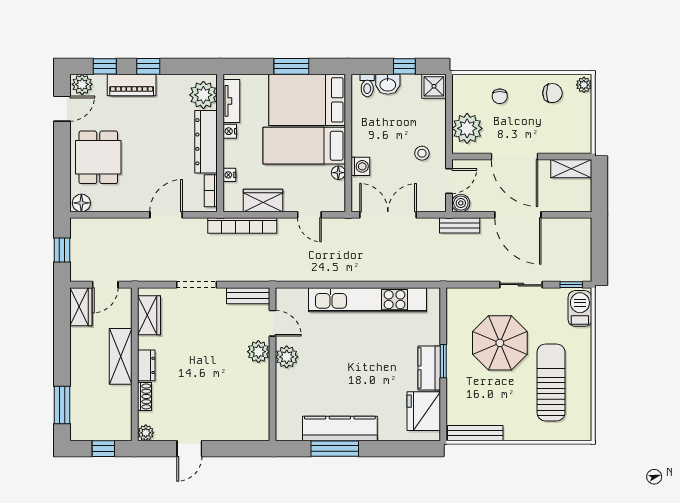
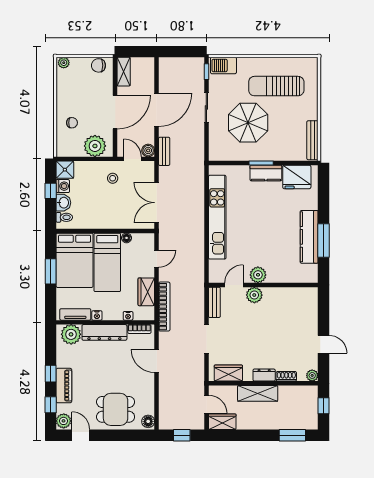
chair: (552, 93) -> (98, 65), moved, turned -90
washing machine: (360, 166) -> (63, 186), moved, turned 90

